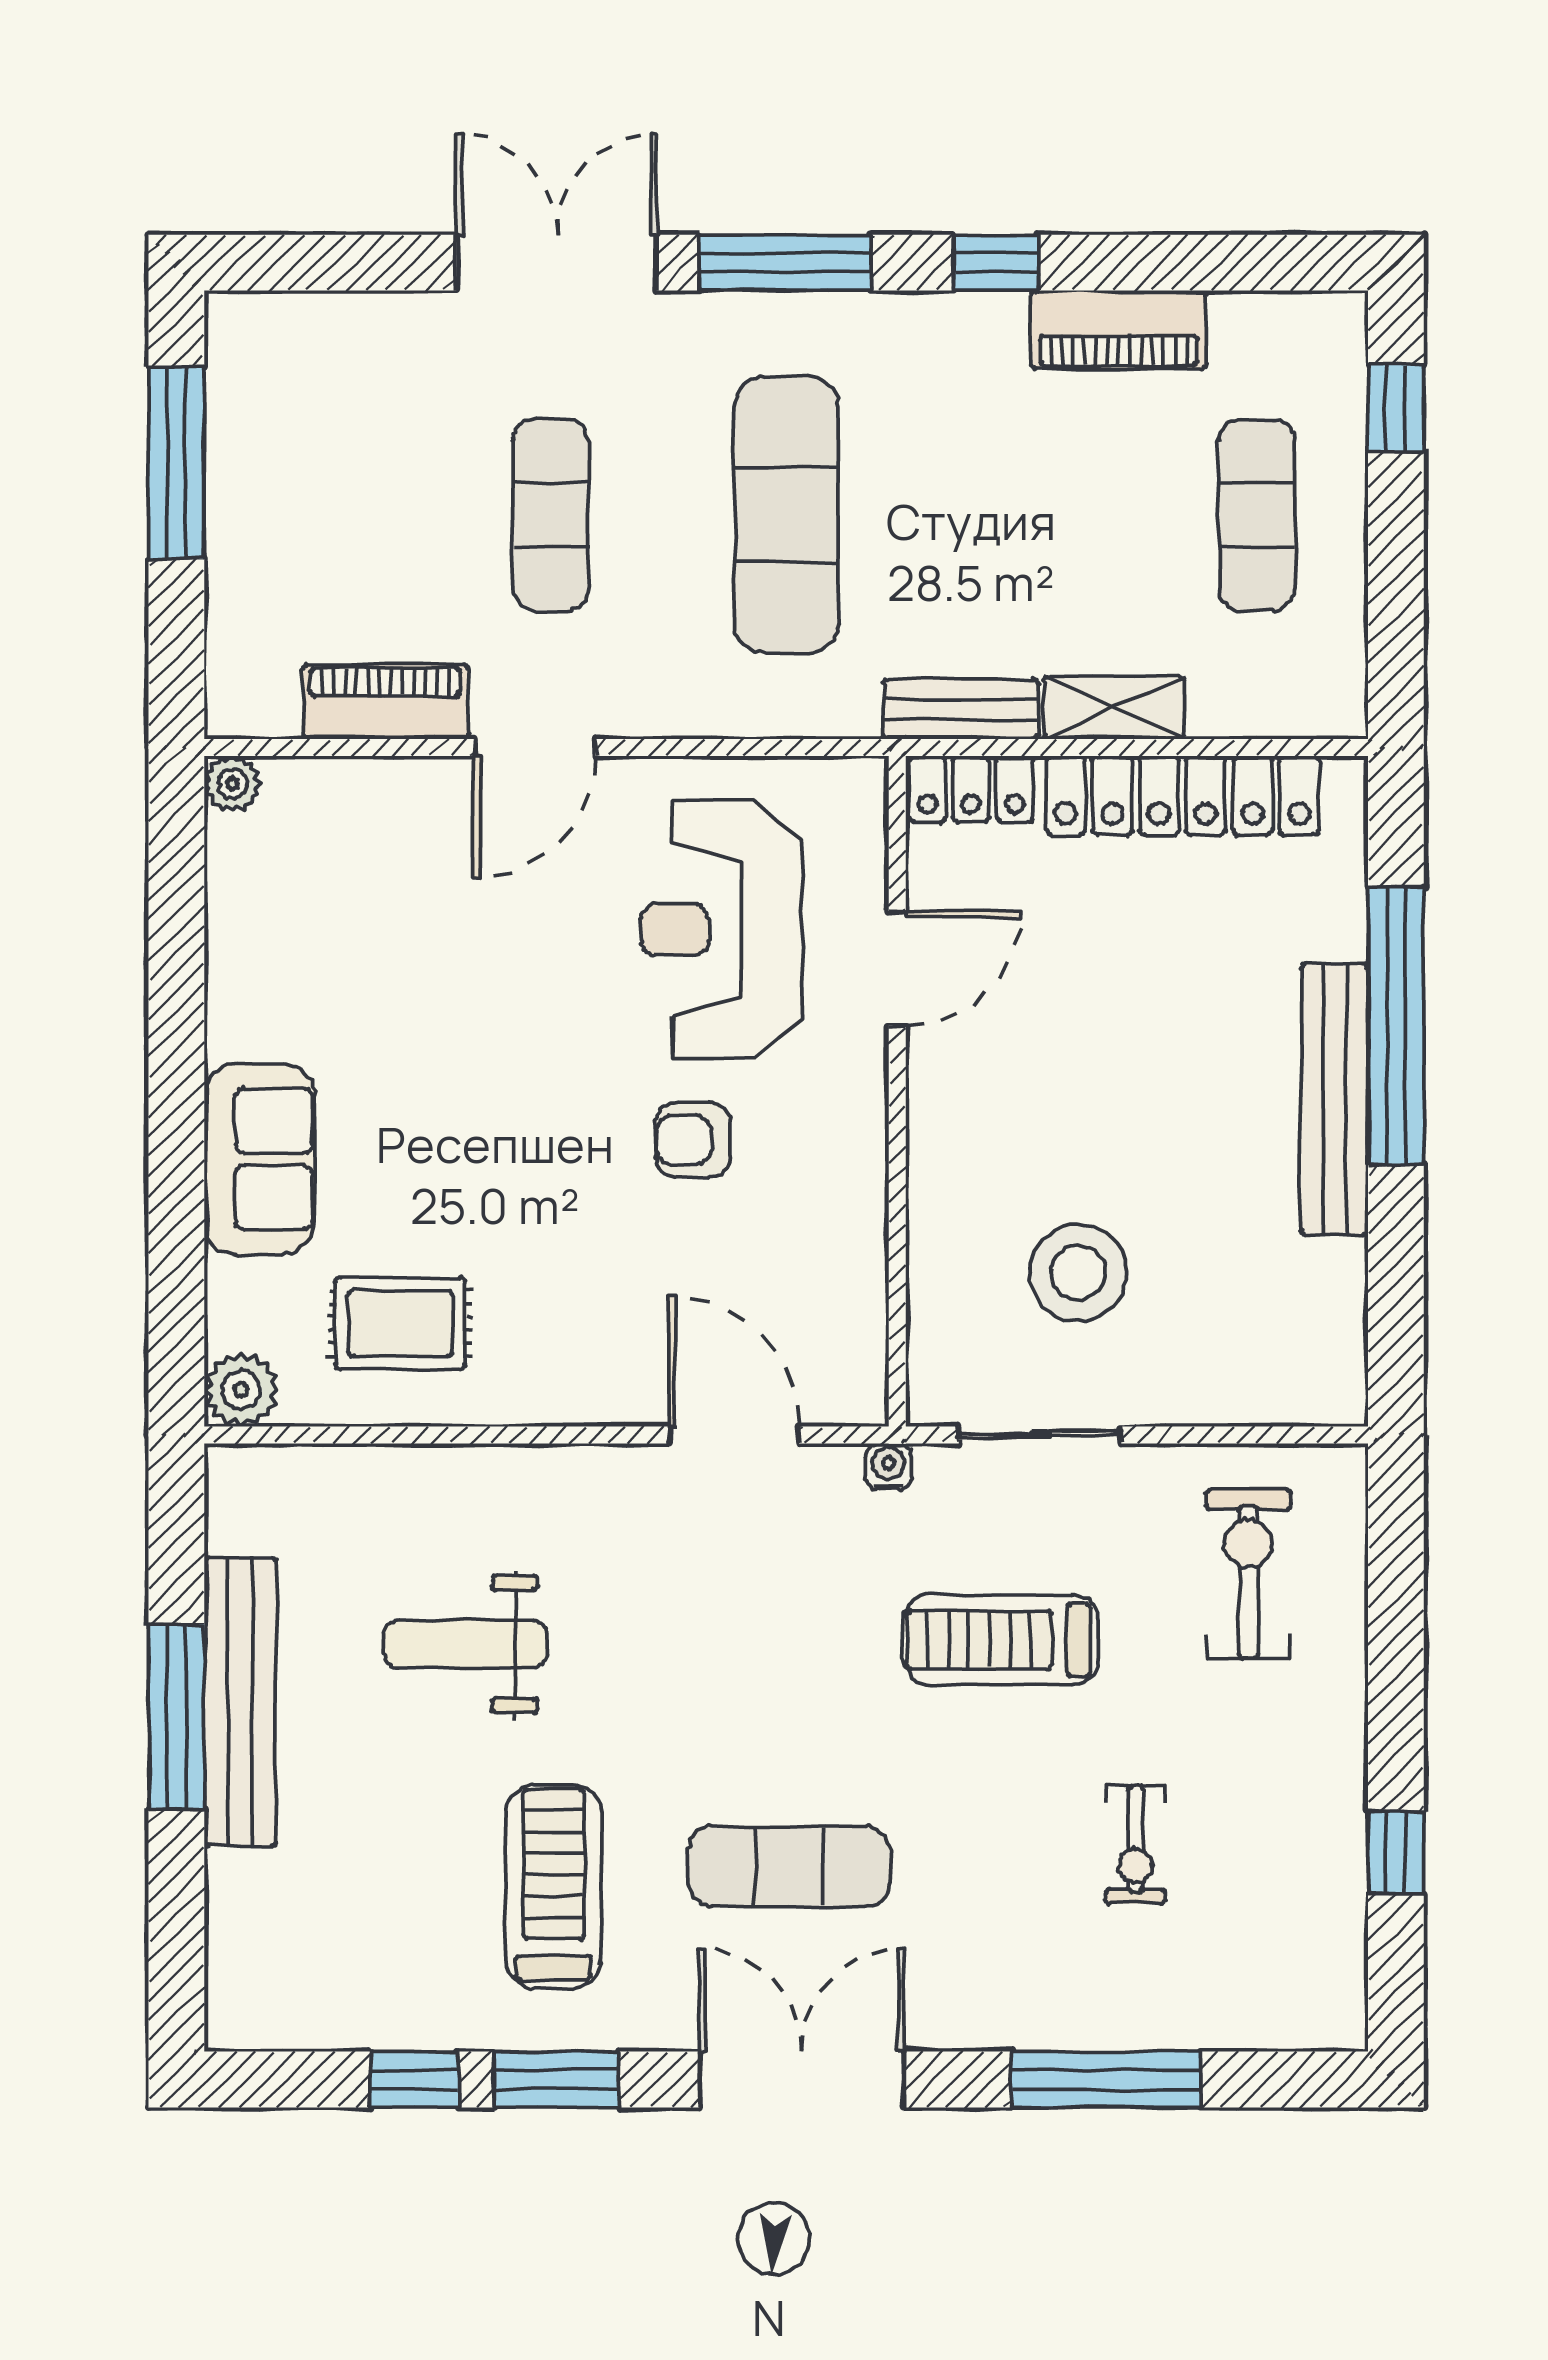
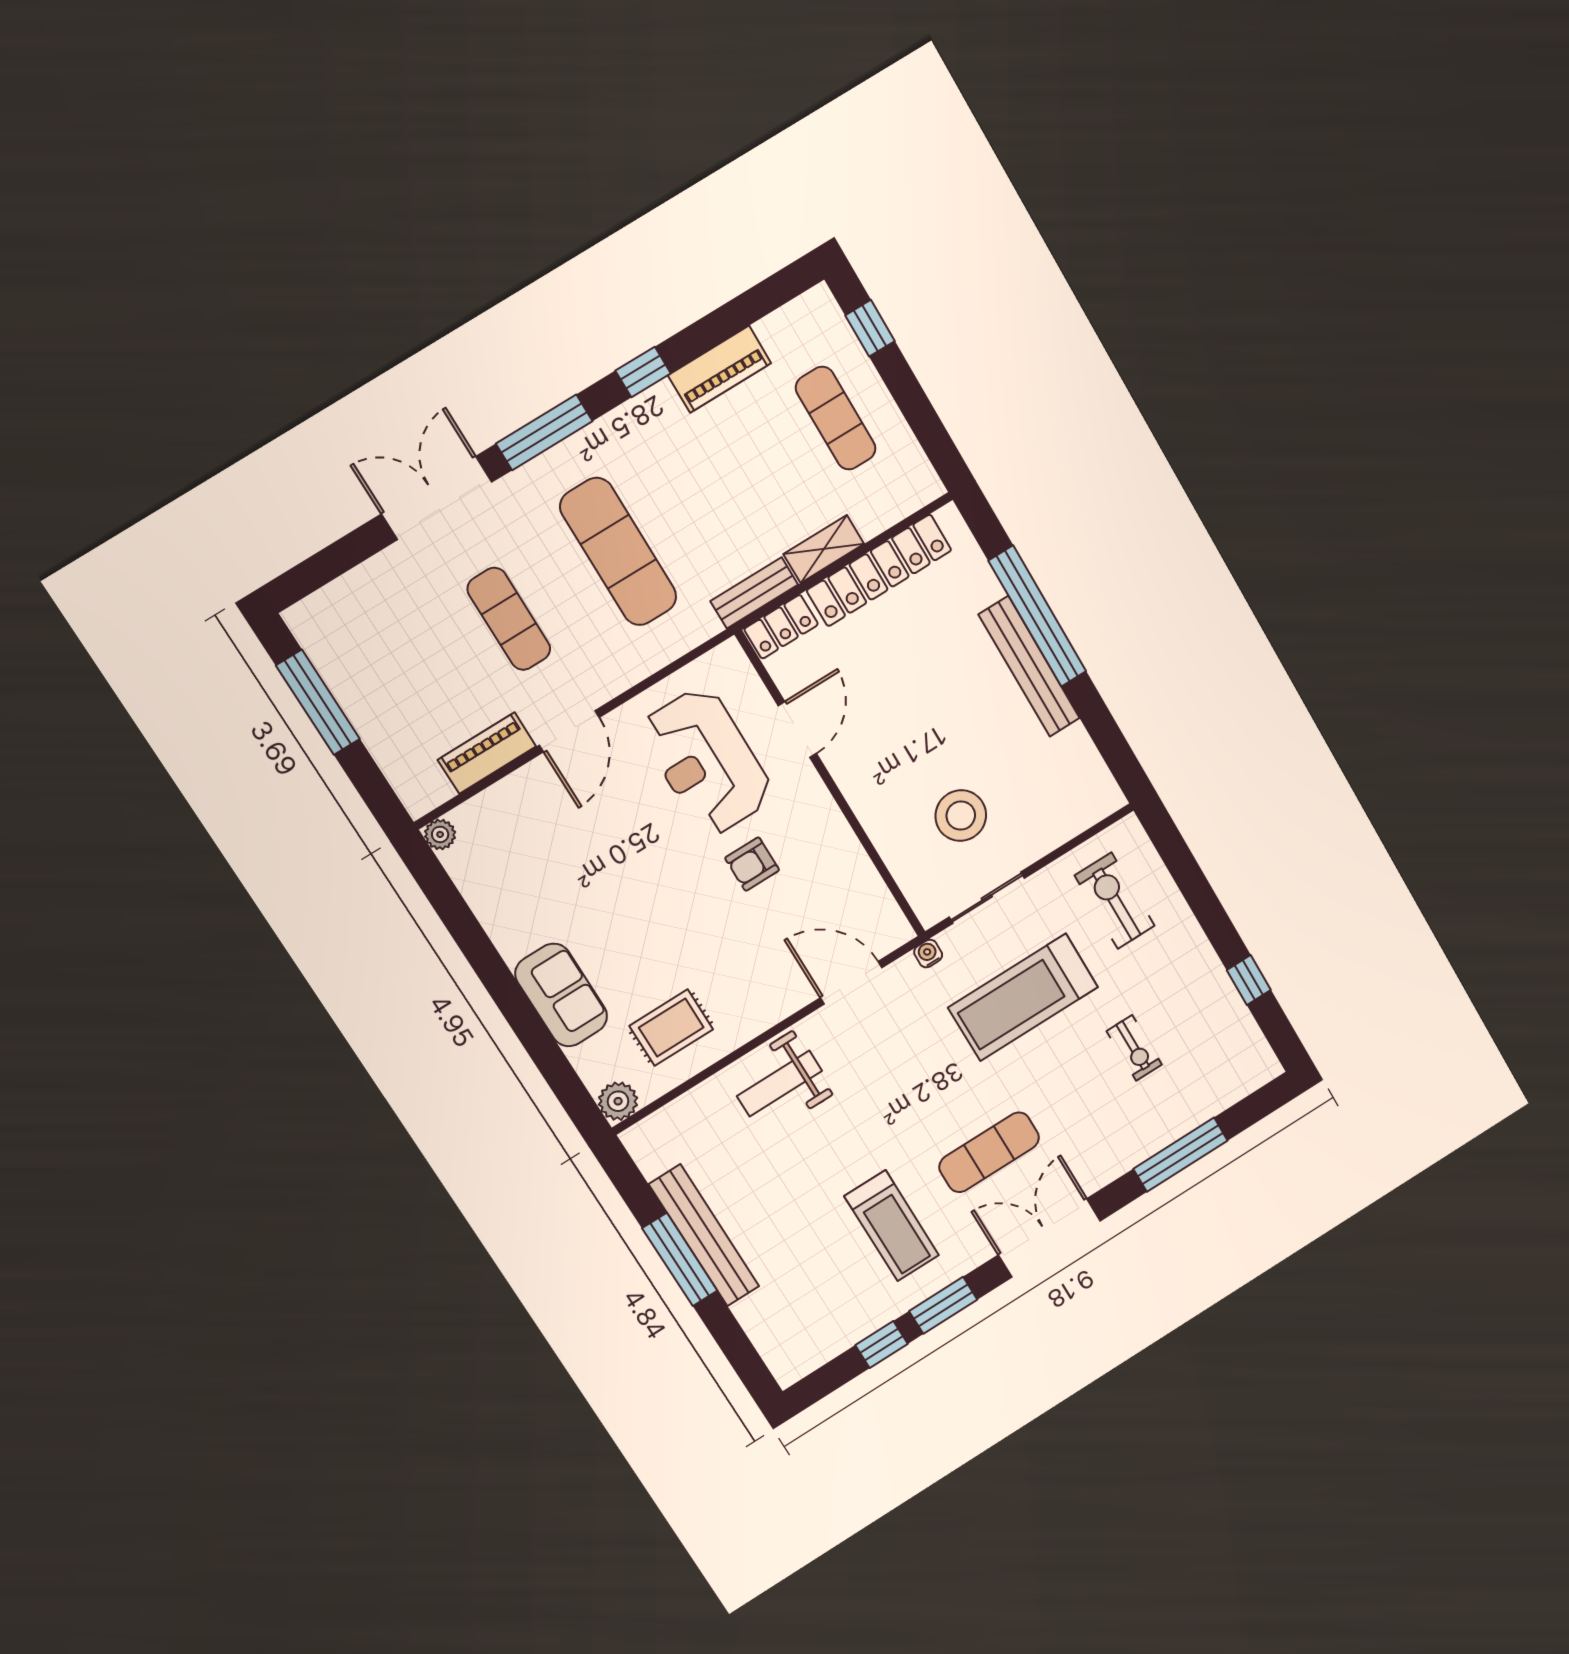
treadmill: (1001, 1640) -> (1023, 997), width x1.37, depth x1.38
weight bench: (466, 1644) -> (779, 1084), moved
treadmill: (554, 1886) -> (892, 1226), turned 180

